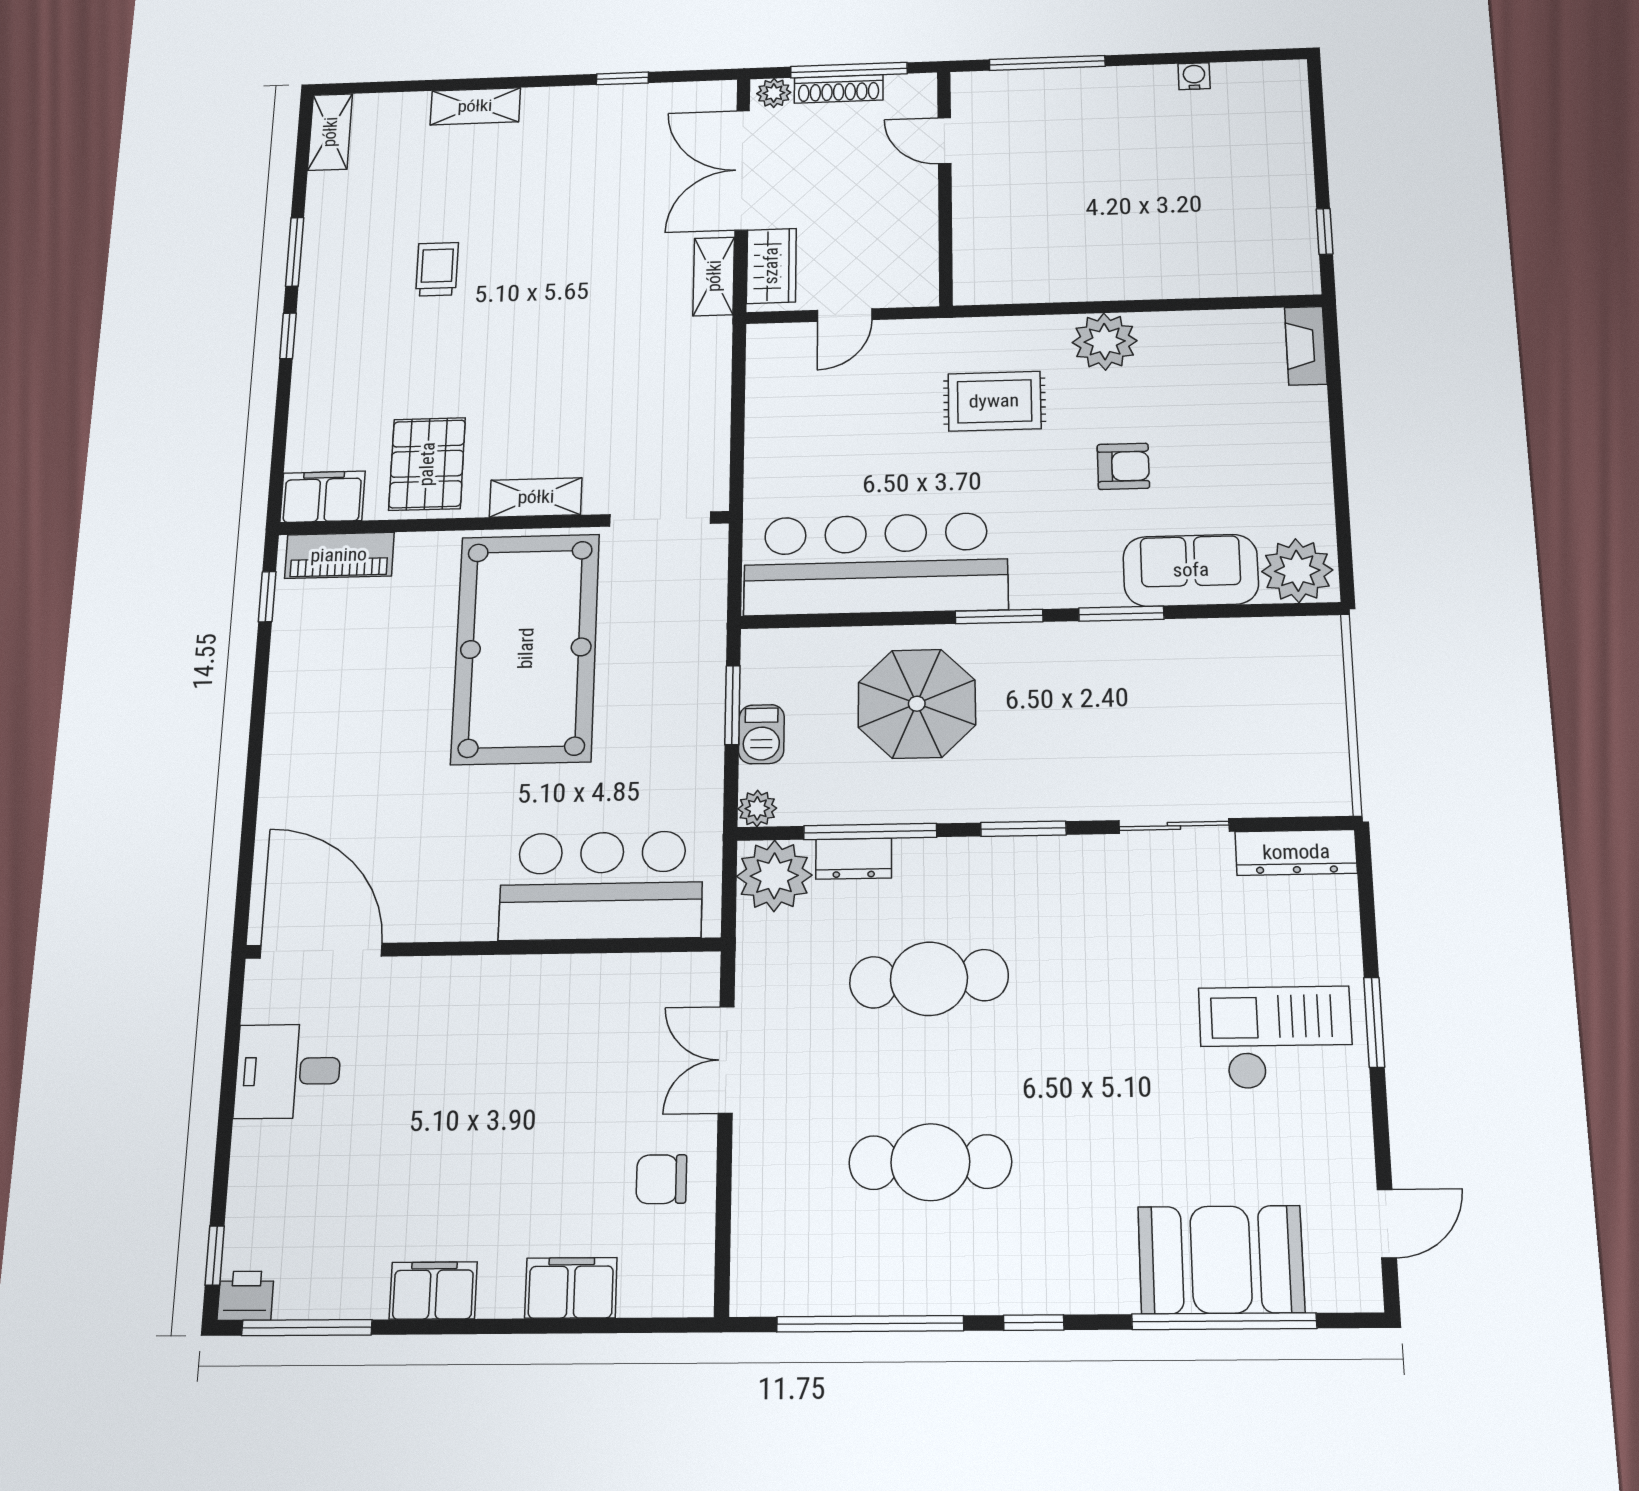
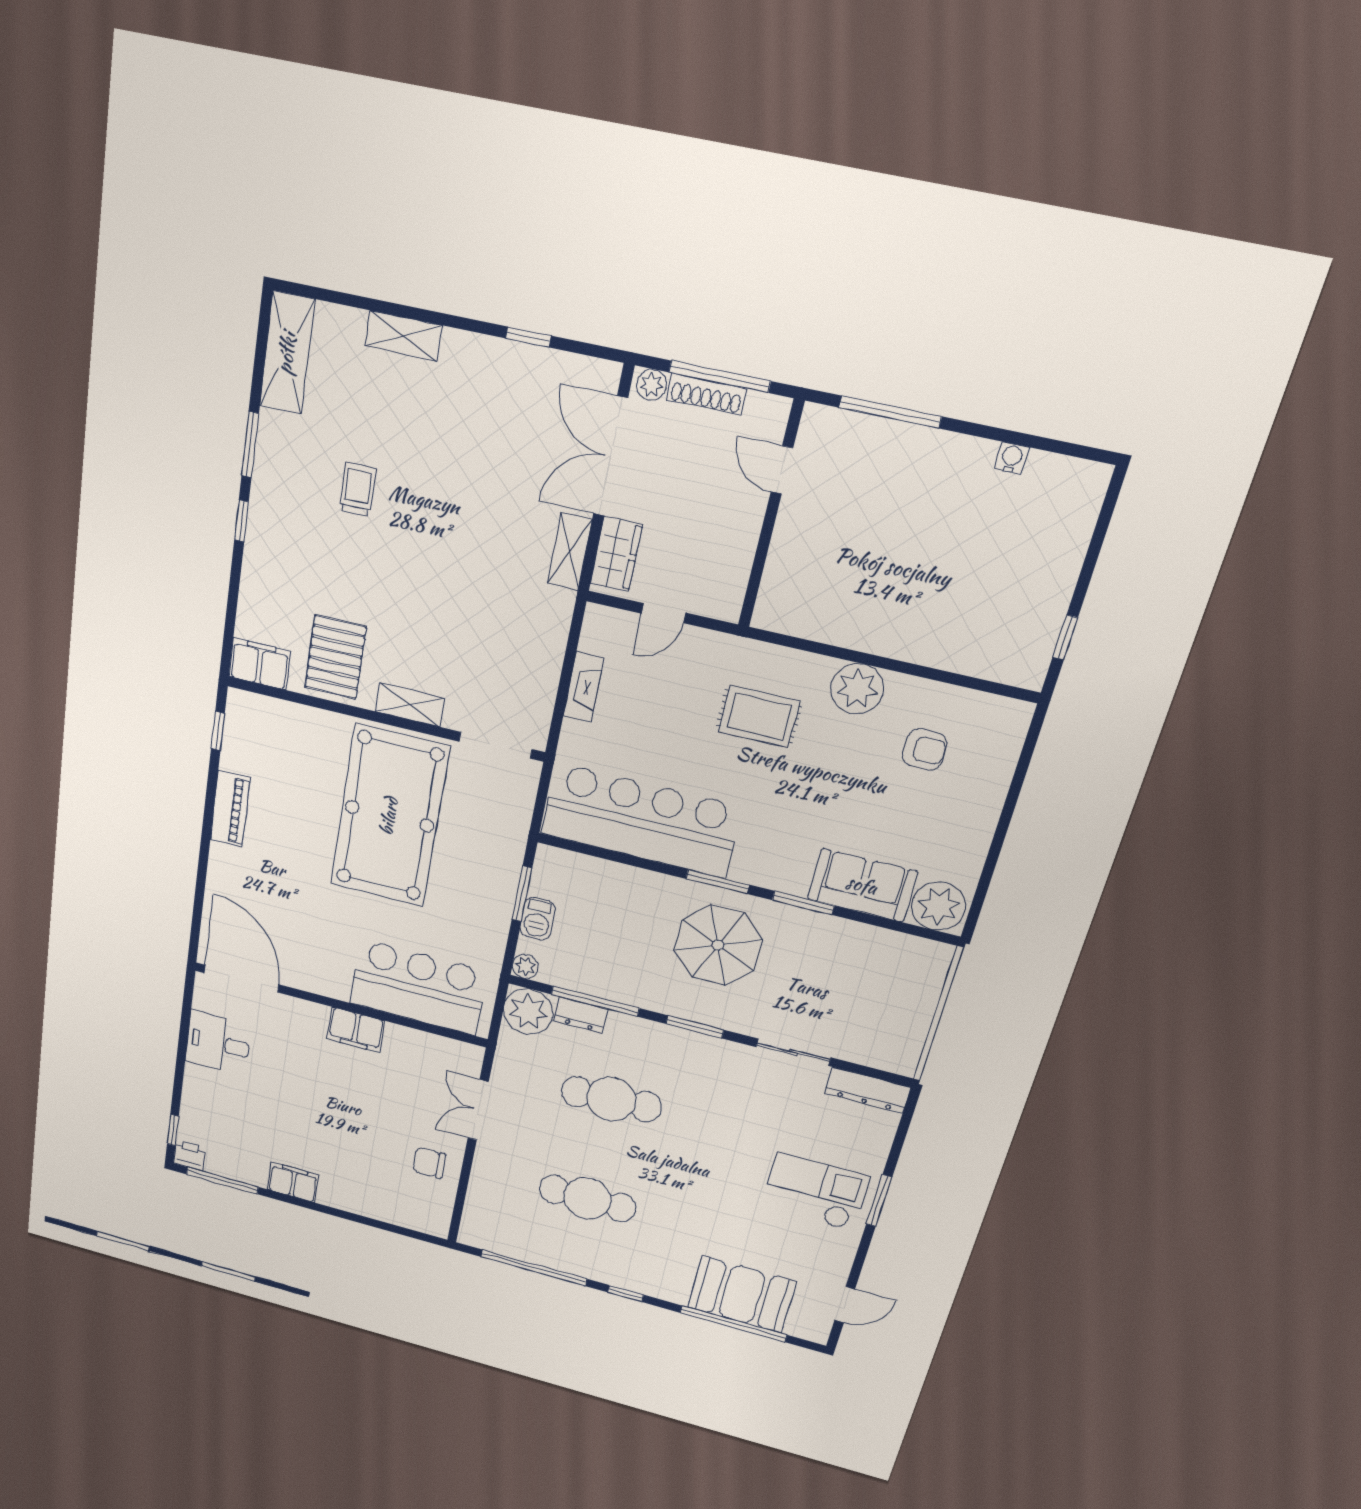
shelving: (330, 132) -> (287, 353), width x1.50, depth x1.33
fireplace: (1306, 346) -> (583, 687), moved, turned 180
armchair: (1123, 466) -> (925, 750), moved
piano: (339, 555) -> (230, 809), moved, turned -90
parasol: (917, 704) -> (718, 945), moved
filing cabinet: (571, 1288) -> (356, 1030), moved, turned 180

